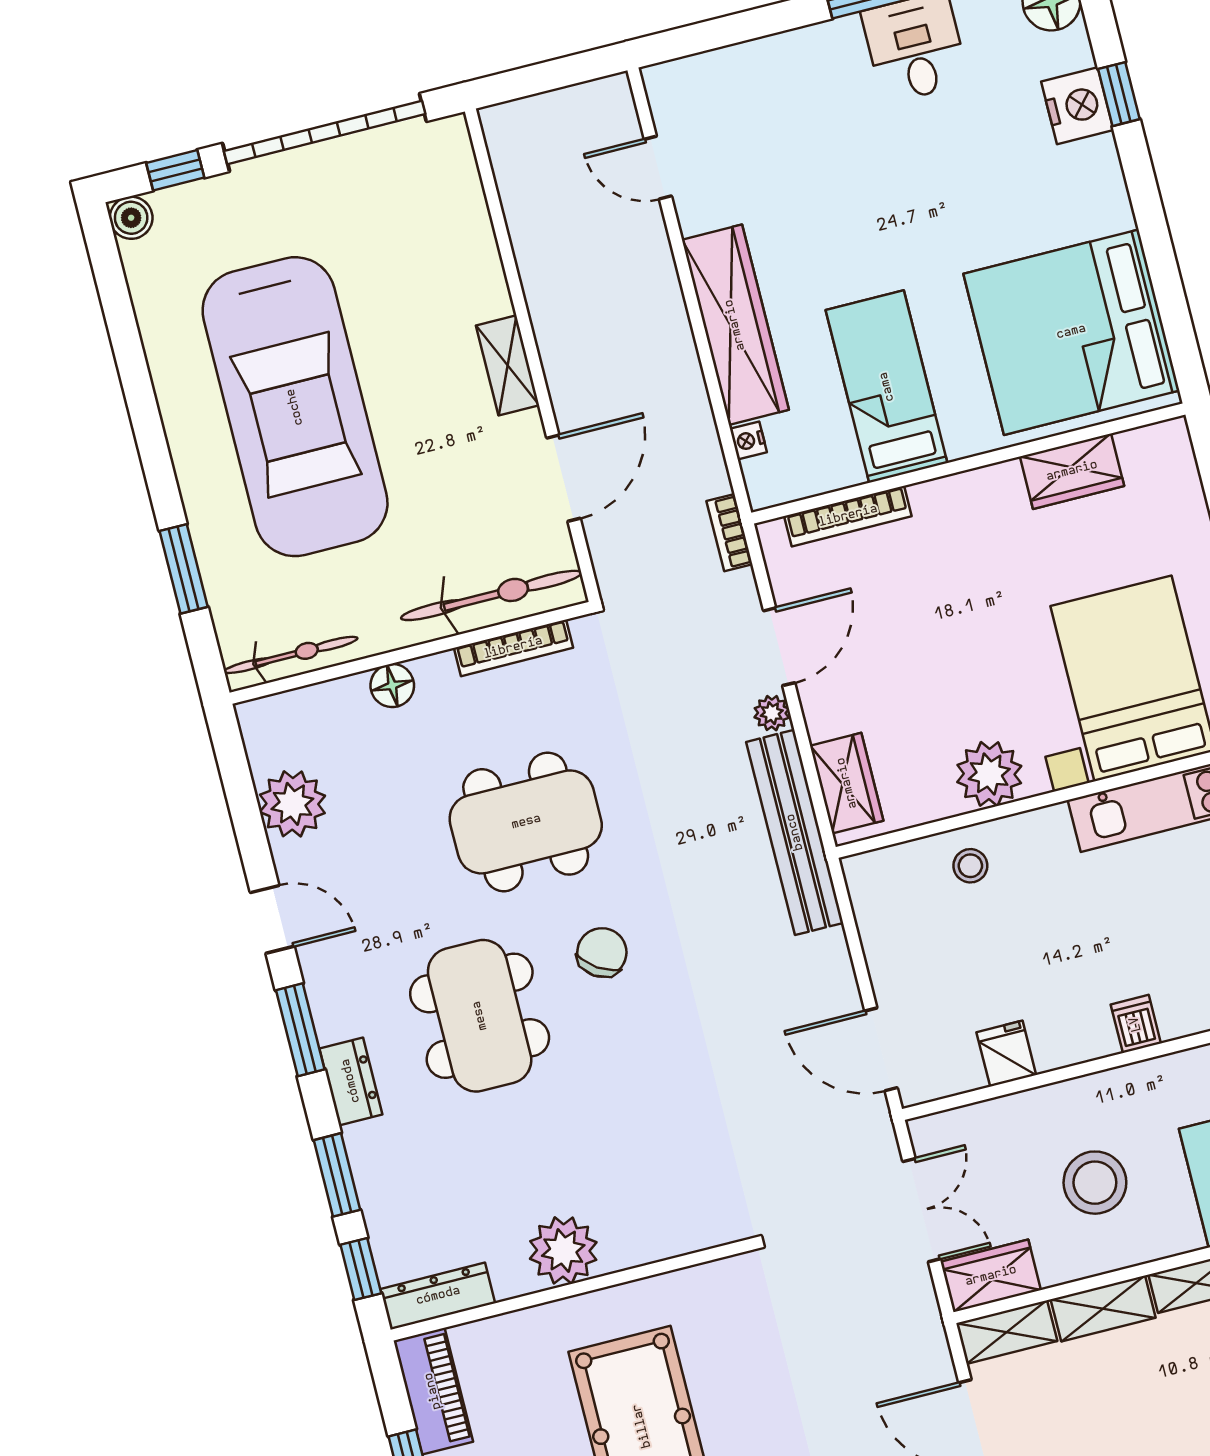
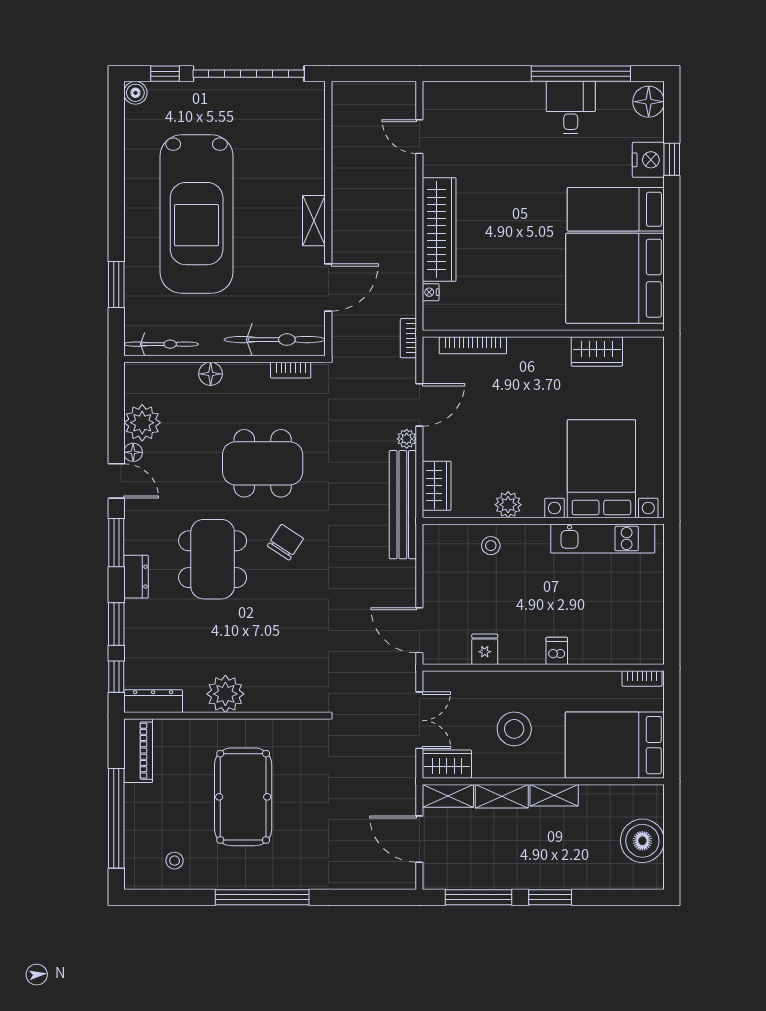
bed: (887, 387) -> (616, 209), moved, turned -90
bookcase: (513, 648) -> (291, 370), width x0.64
plant: (989, 774) -> (508, 505), width x0.73, depth x0.73
floor lamp: (289, 861) -> (133, 452), added

